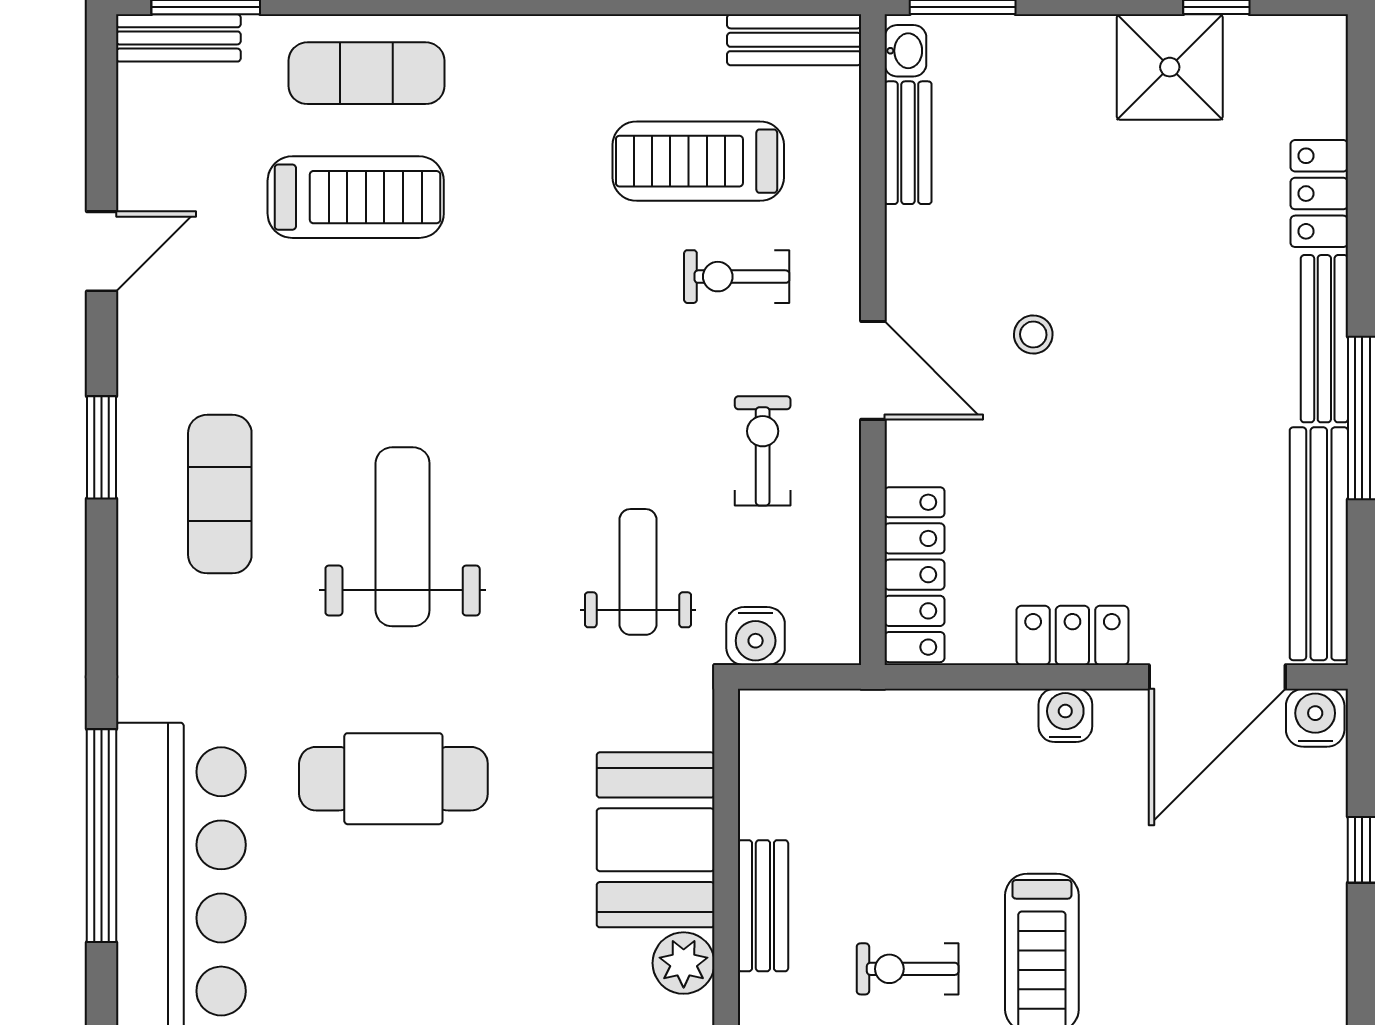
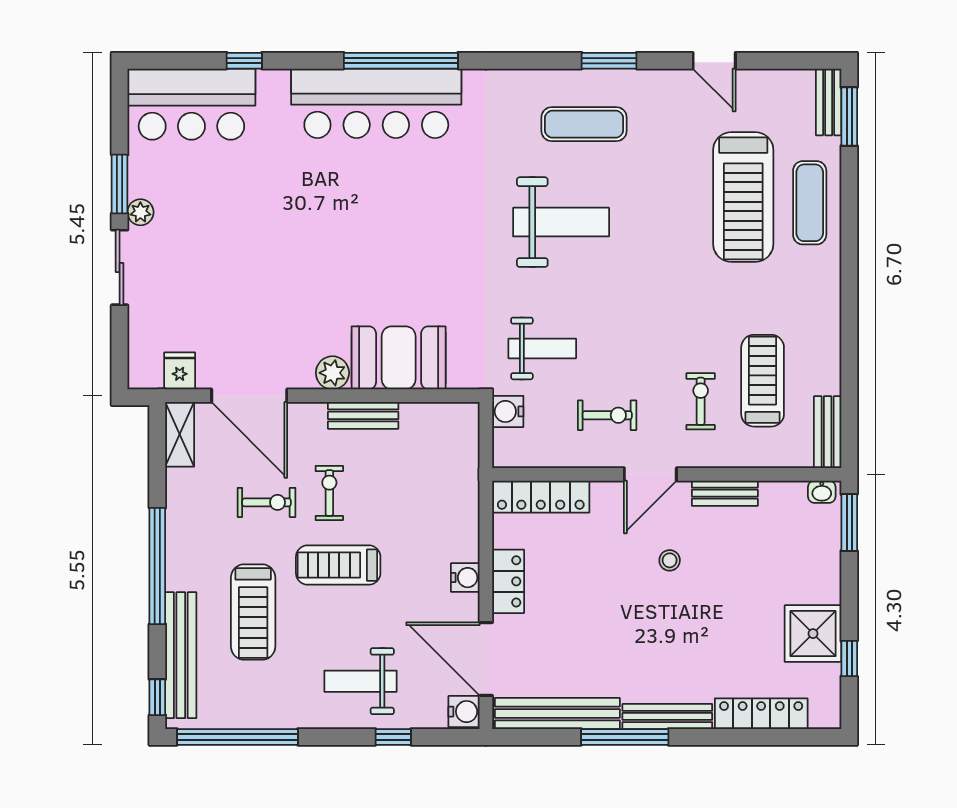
bench: (908, 143) -> (725, 493), moved
locker: (1319, 194) -> (761, 714), width x1.53
treadmill: (356, 197) -> (743, 197), width x1.37, depth x1.38
cafe table: (393, 779) -> (431, 217), removed
weight bench: (1259, 911) -> (361, 681), added

